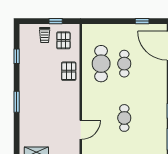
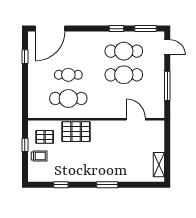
pallet: (69, 71) -> (76, 132), width x1.50, depth x1.42
cafe table: (124, 118) -> (124, 75), width x1.37, depth x1.35
cafe table: (147, 118) -> (124, 51), added

